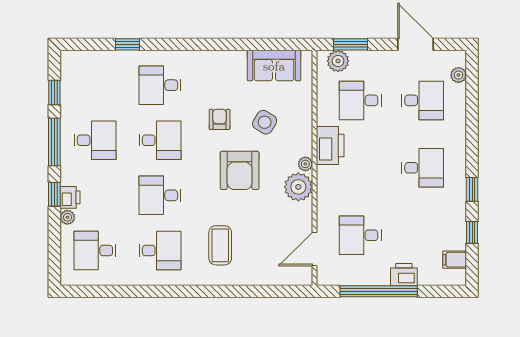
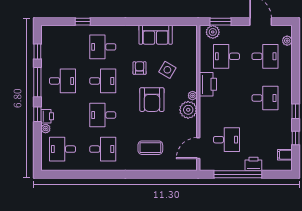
sofa: (274, 66) -> (156, 35), moved
desk: (360, 235) -> (226, 140), turned 180
coffee table: (220, 245) -> (150, 148), moved, turned 90

